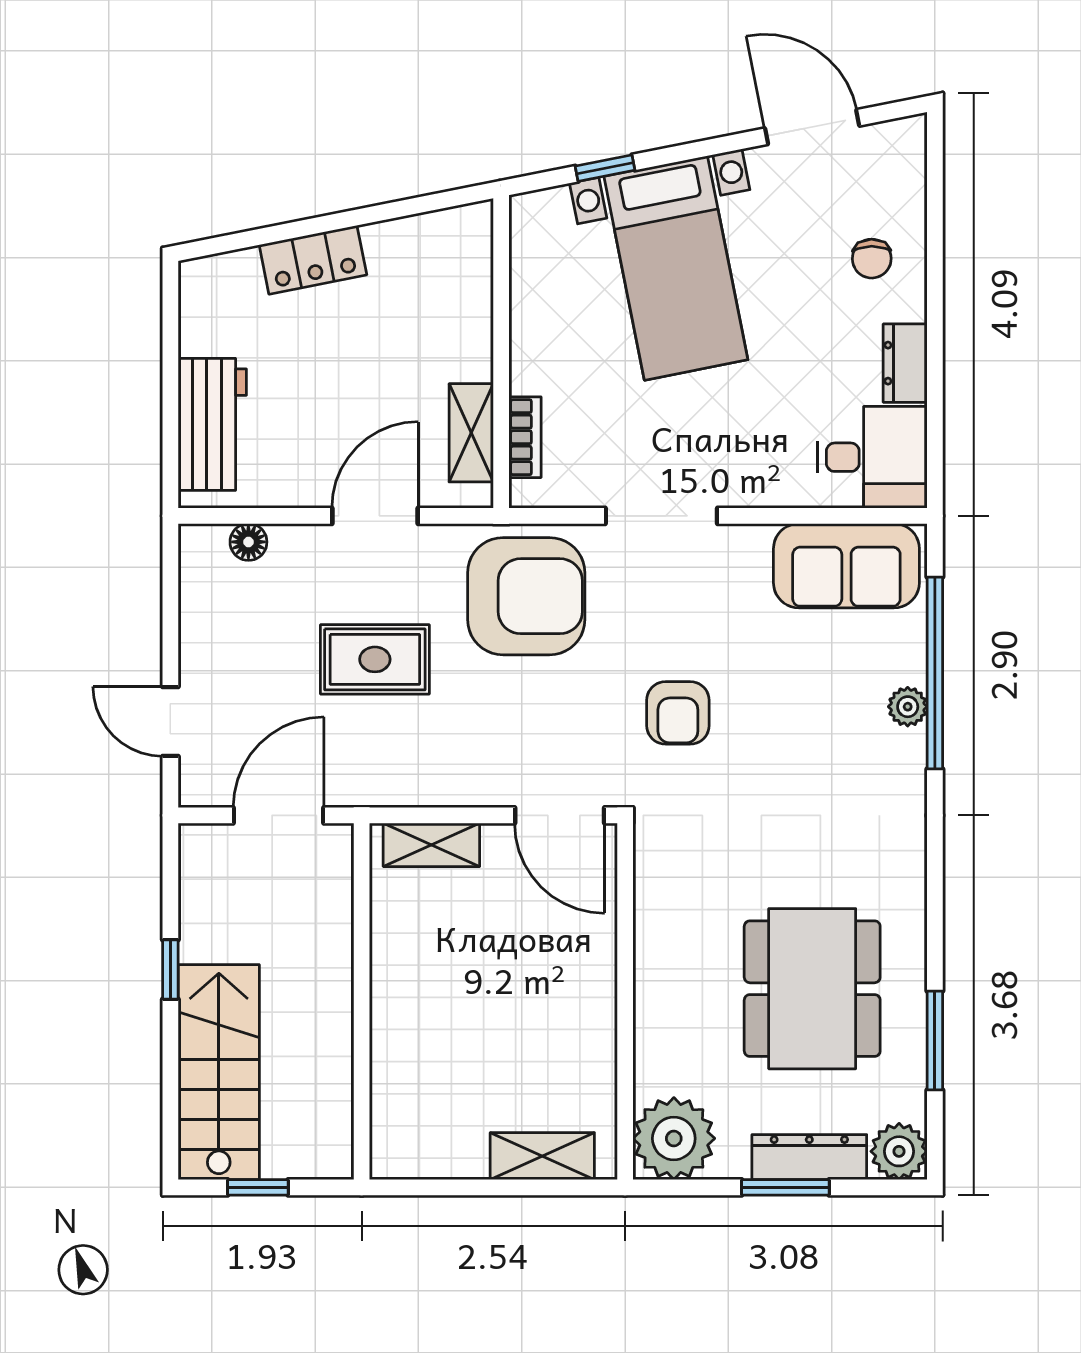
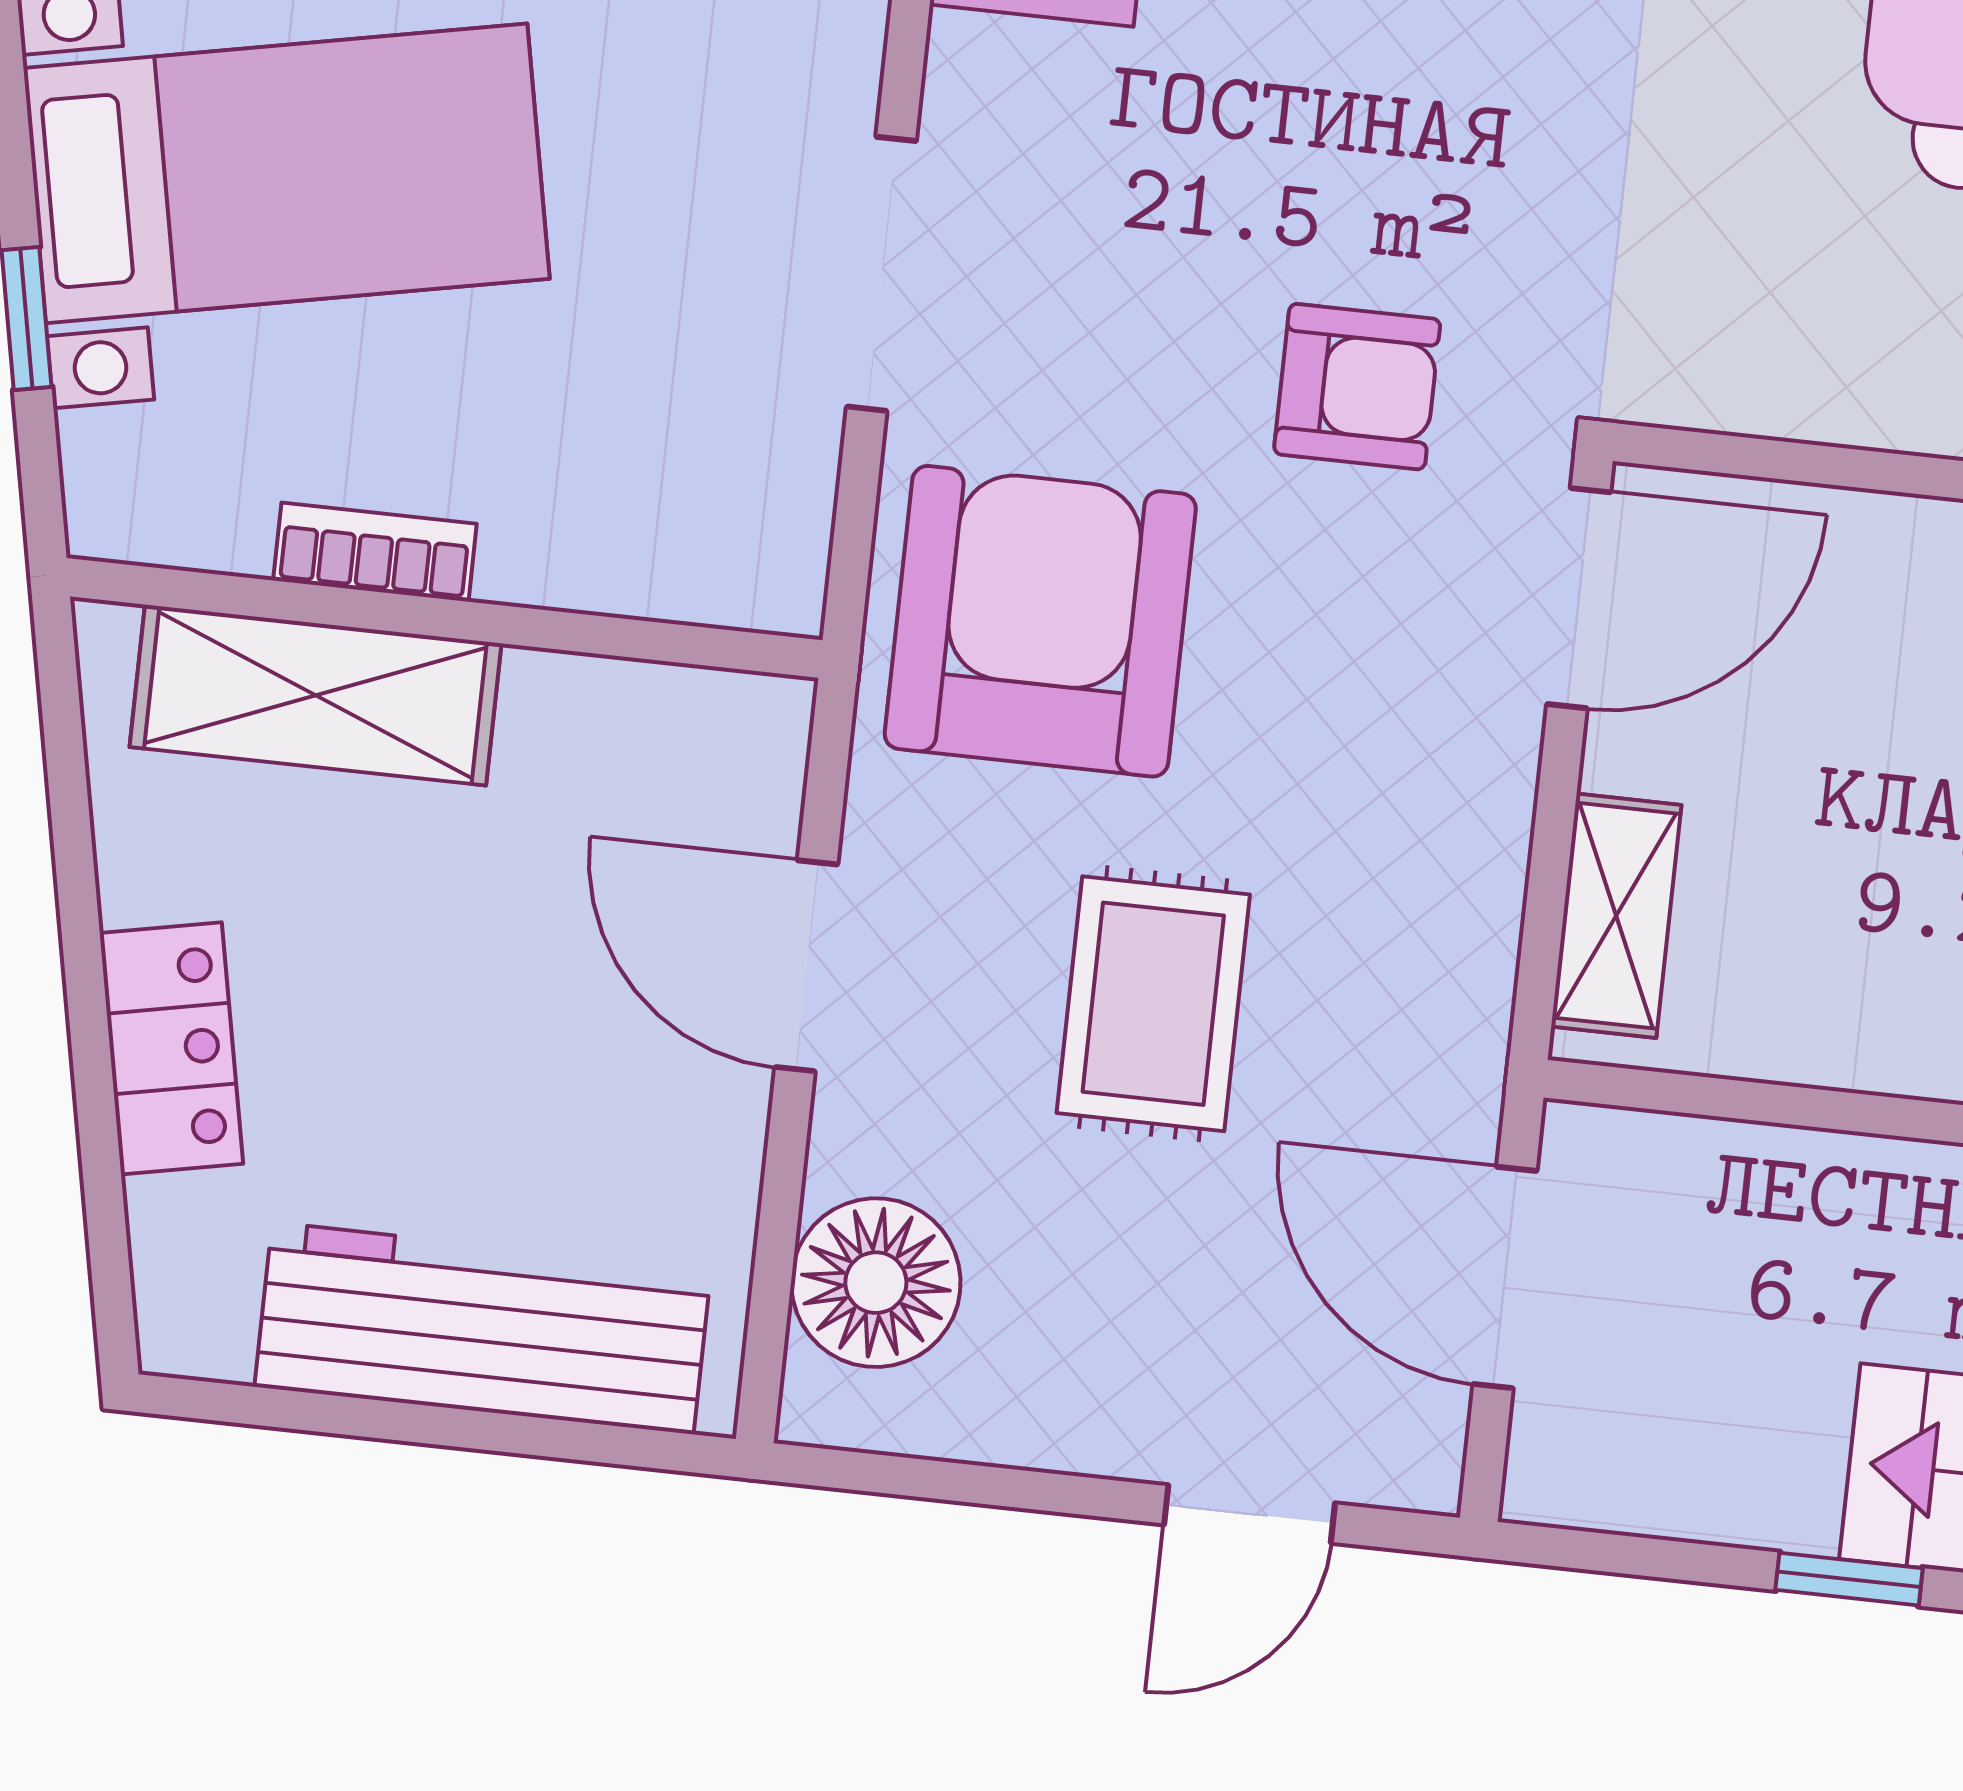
workbench: (212, 424) -> (483, 1328), width x1.38
shelving: (471, 433) -> (316, 695), moved, width x1.50, depth x1.33
bookcase: (525, 437) -> (375, 552), moved
floor lamp: (248, 542) -> (876, 1283), width x1.89, depth x1.89
armchair: (678, 713) -> (1357, 387), moved

